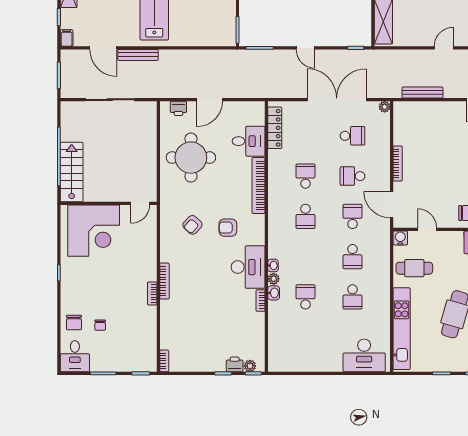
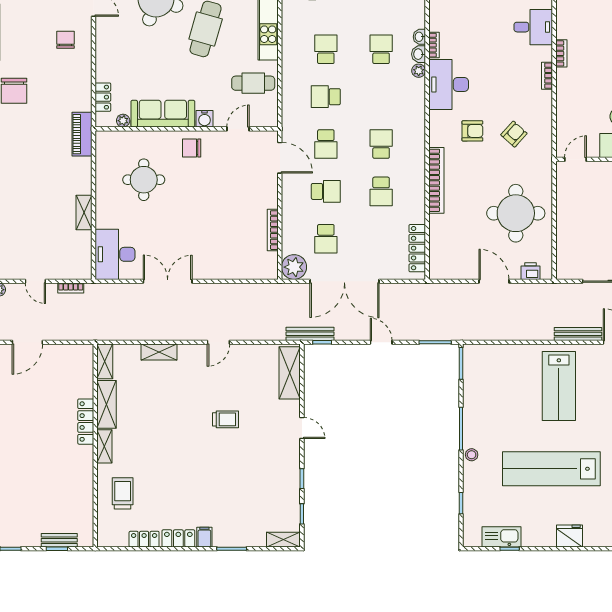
bench: (422, 93) -> (310, 334), moved
door: (210, 100) -> (494, 281), hinge flipped
plant: (385, 107) -> (294, 267), width x1.88, depth x1.88
school desk: (352, 136) -> (326, 239), turned -90
desk: (249, 141) -> (533, 27), moved, turned 180
bookcase: (398, 164) -> (273, 230), moved
door: (427, 229) -> (238, 129), swing flipped
water cooler: (400, 238) -> (204, 119), moved
school desk: (352, 257) -> (326, 97), turned -90
washbasin: (273, 265) -> (419, 37), moved
bookcase: (164, 281) -> (547, 76), width x0.64
school desk: (306, 297) -> (381, 49), turned 180

